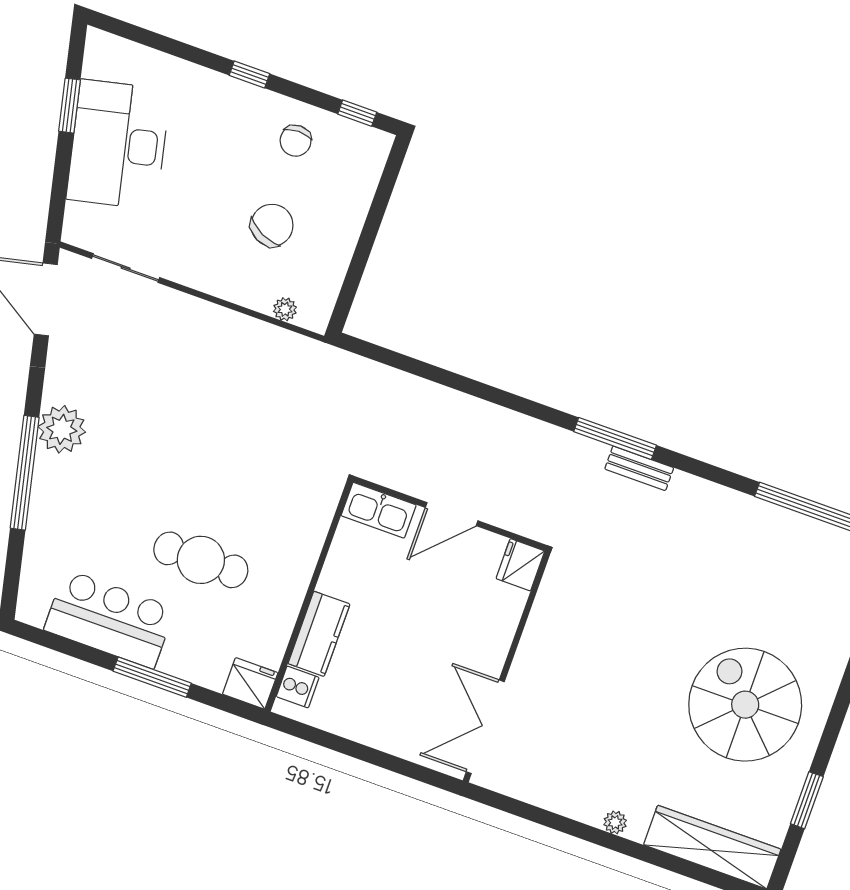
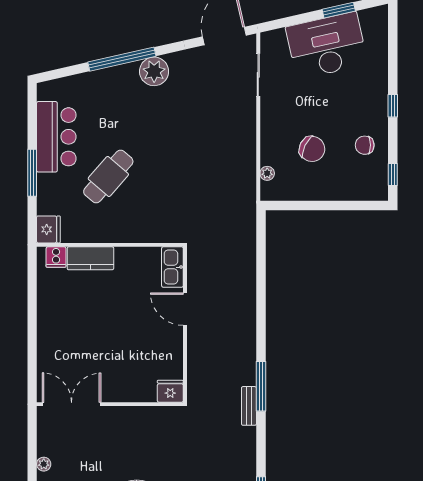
cafe table: (201, 560) -> (108, 176), turned 41
fridge: (520, 565) -> (170, 391), moved
wall: (507, 667) -> (110, 404), moved
double door: (485, 727) -> (72, 404), moved

